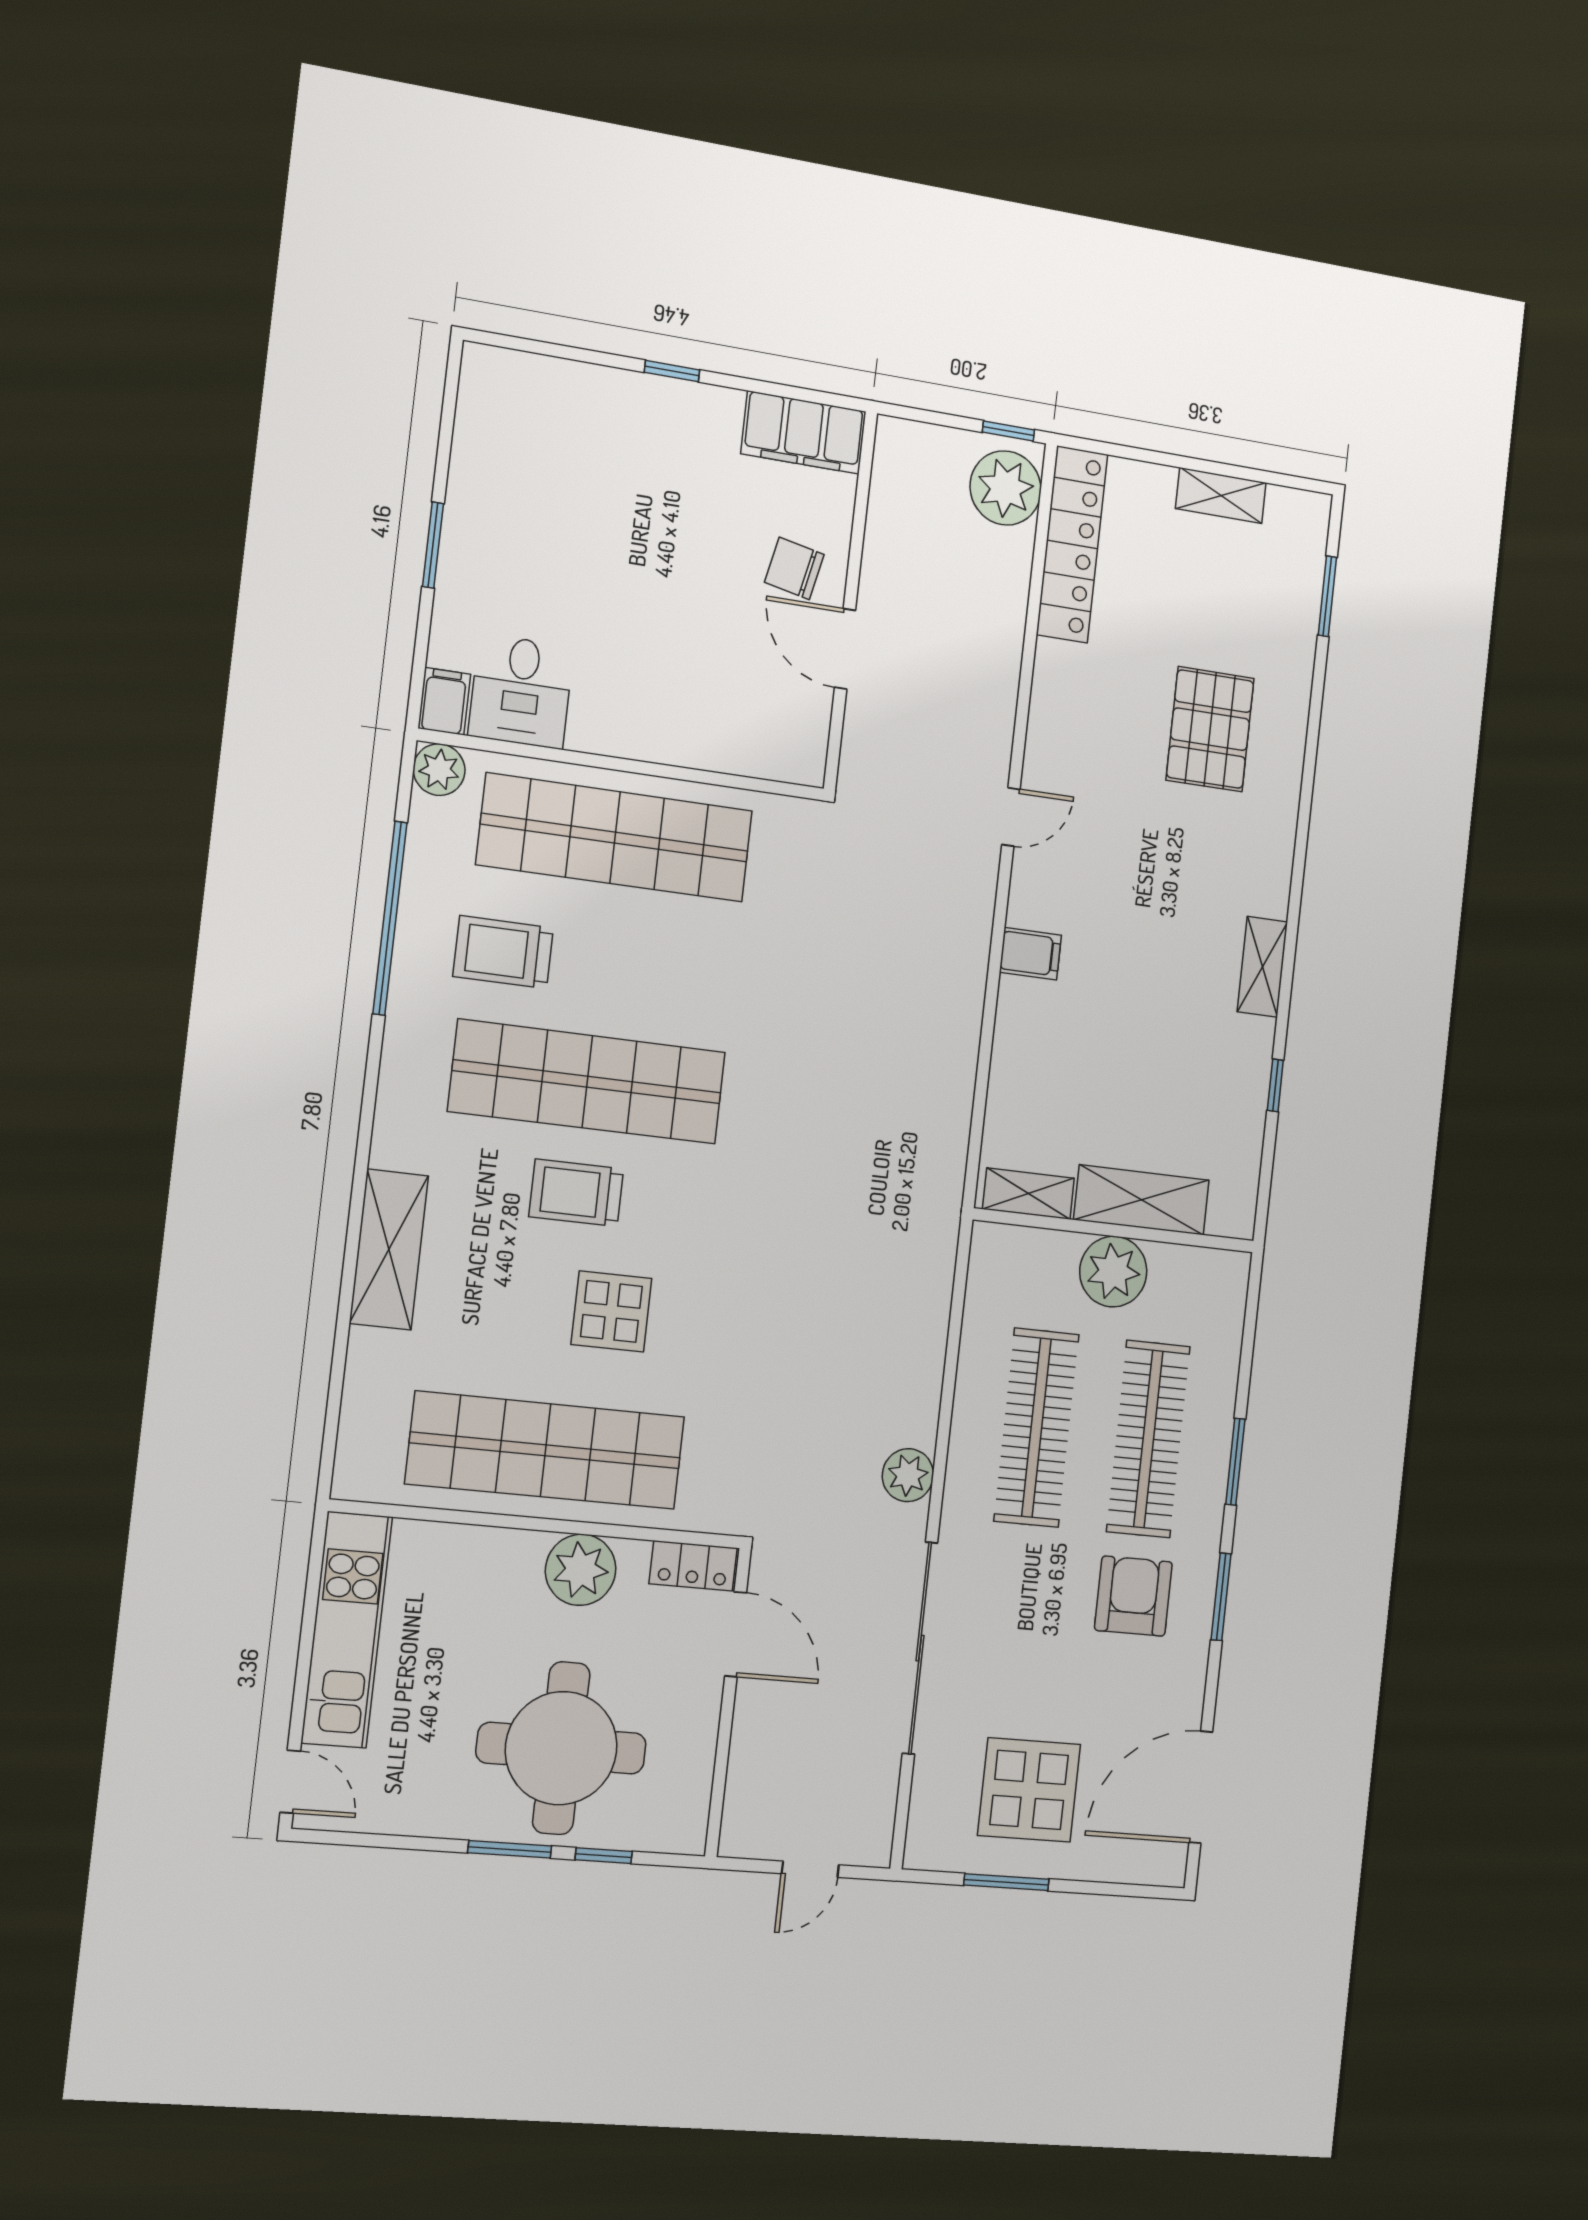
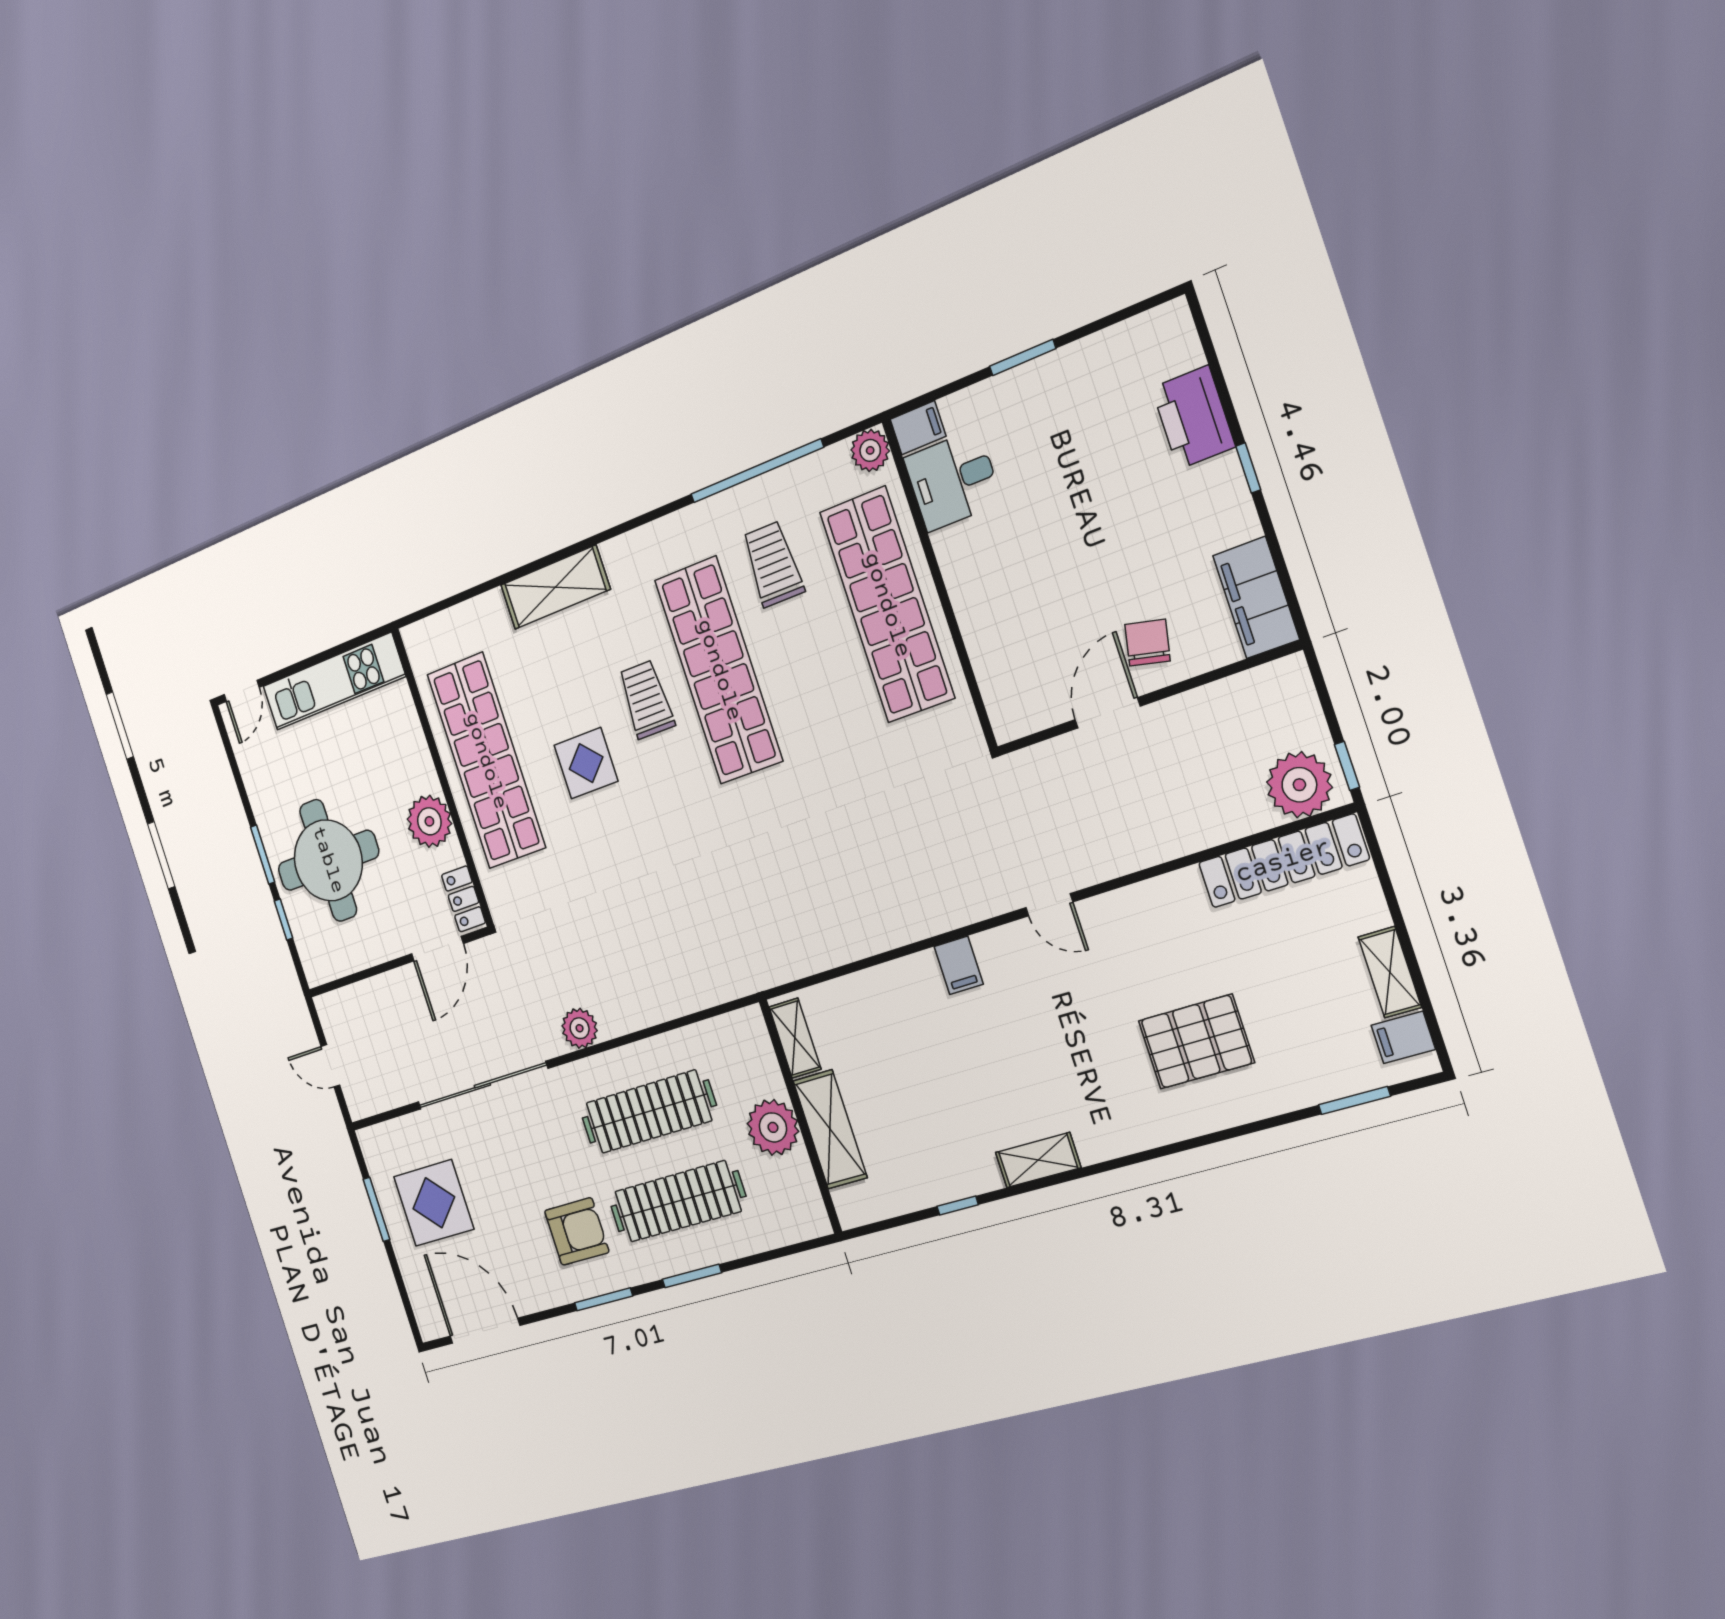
printer: (592, 399) -> (1193, 417), added
filing cabinet: (1287, 516) -> (1403, 1037), added

